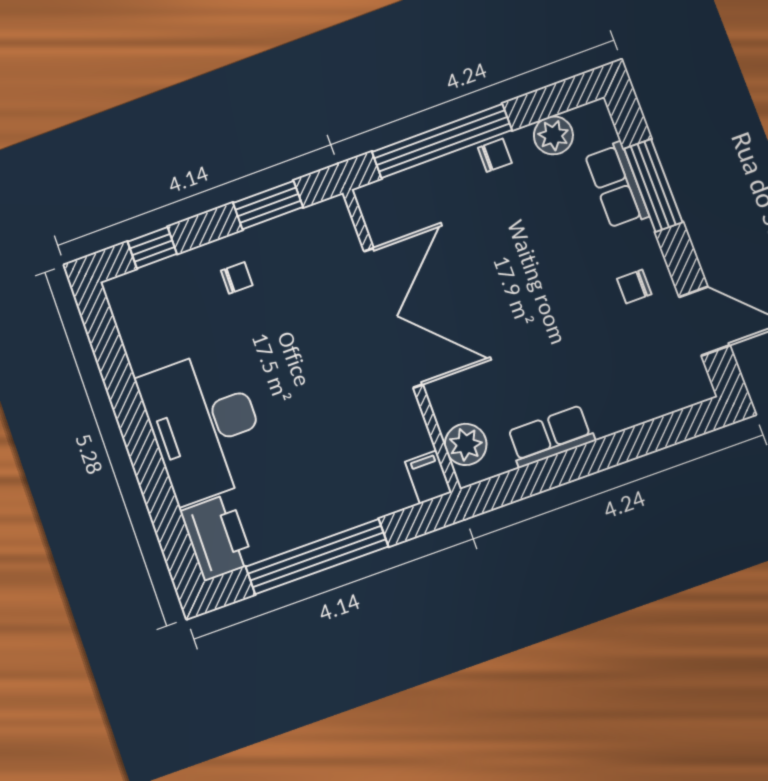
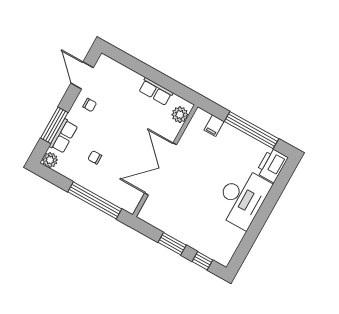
plant: (553, 135) -> (50, 160), moved
chair: (495, 155) -> (95, 157), moved
window: (268, 205) -> (172, 244), moved
chair: (237, 278) -> (189, 227), removed
filing cabinet: (428, 477) -> (214, 126), moved

